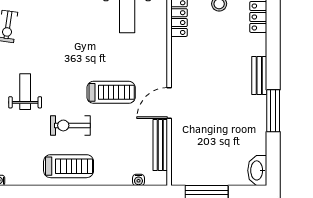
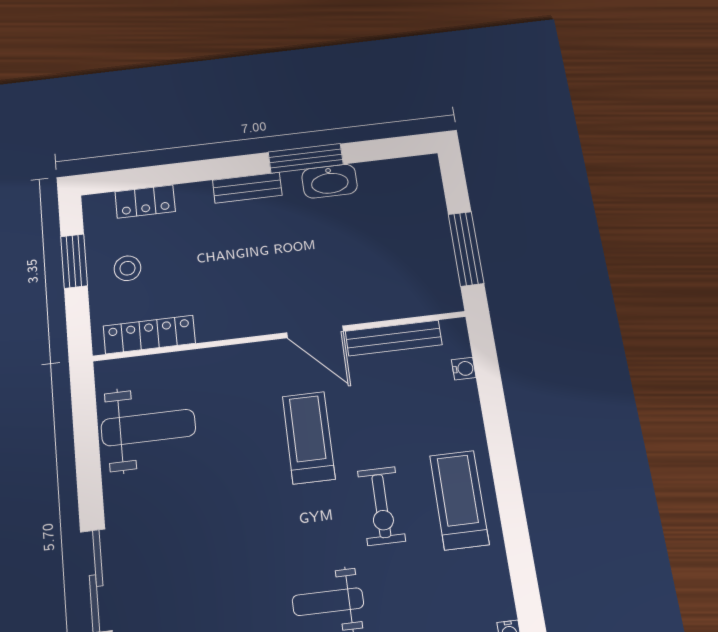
washbasin: (257, 170) -> (330, 181), moved

